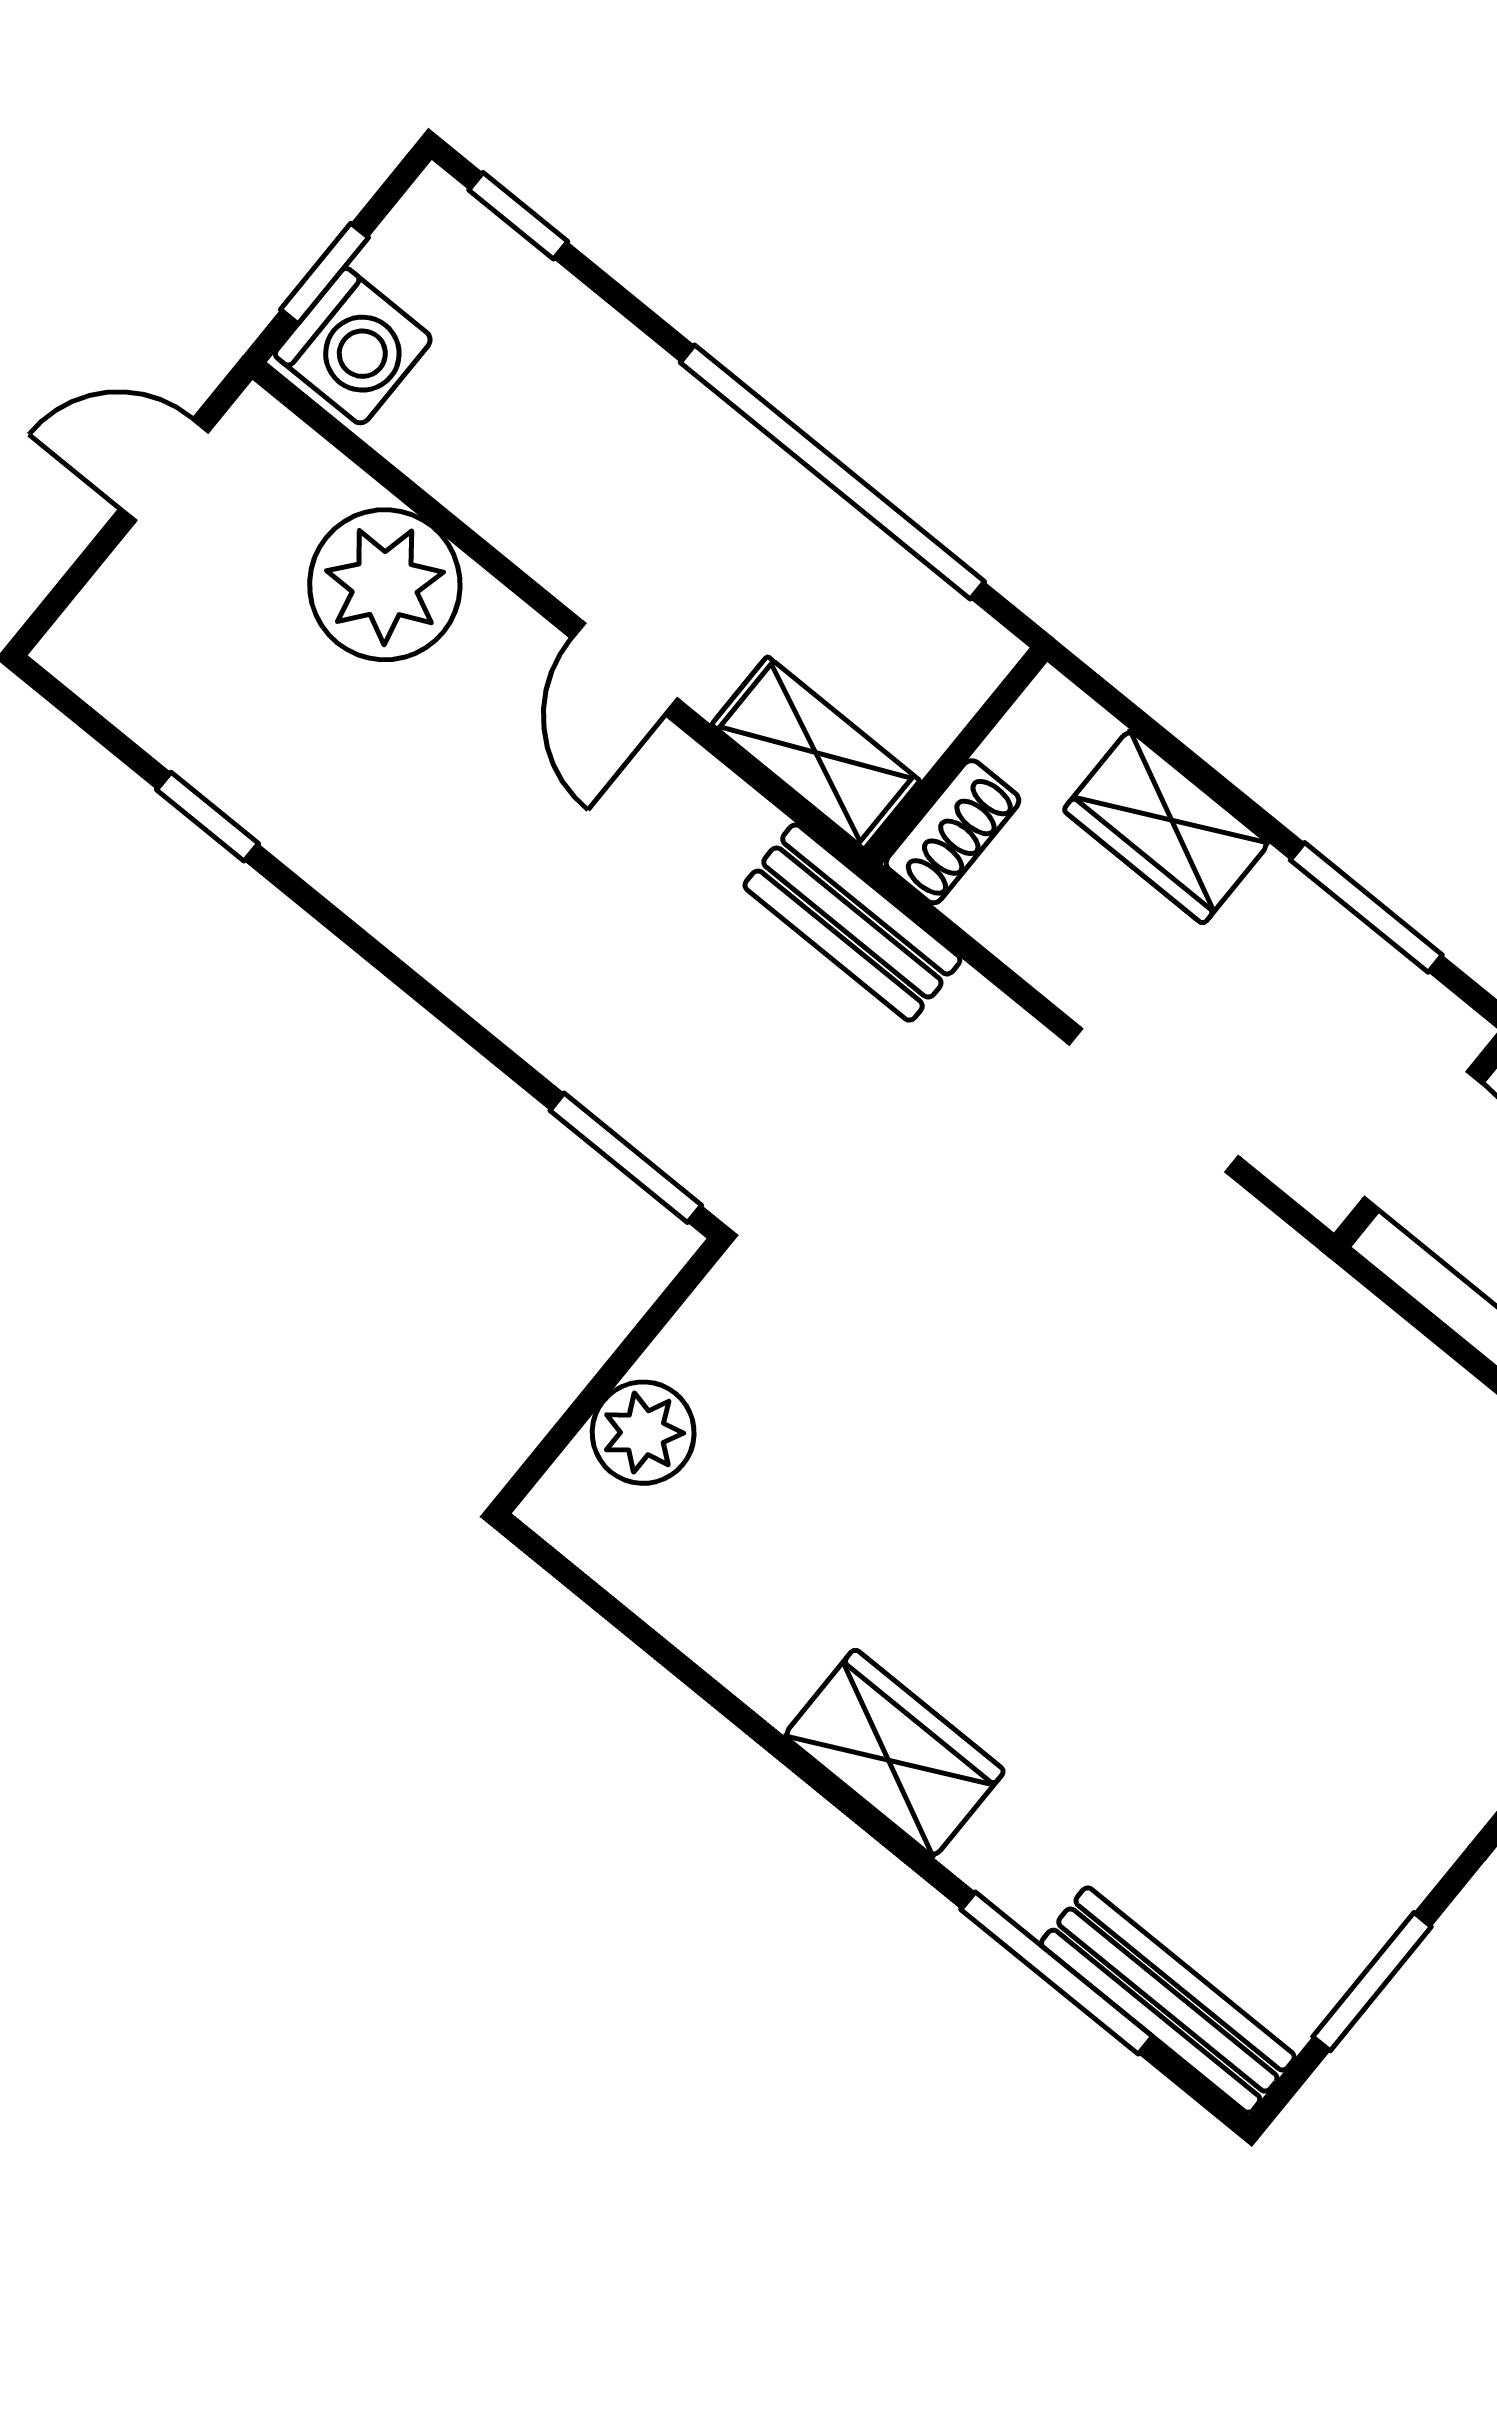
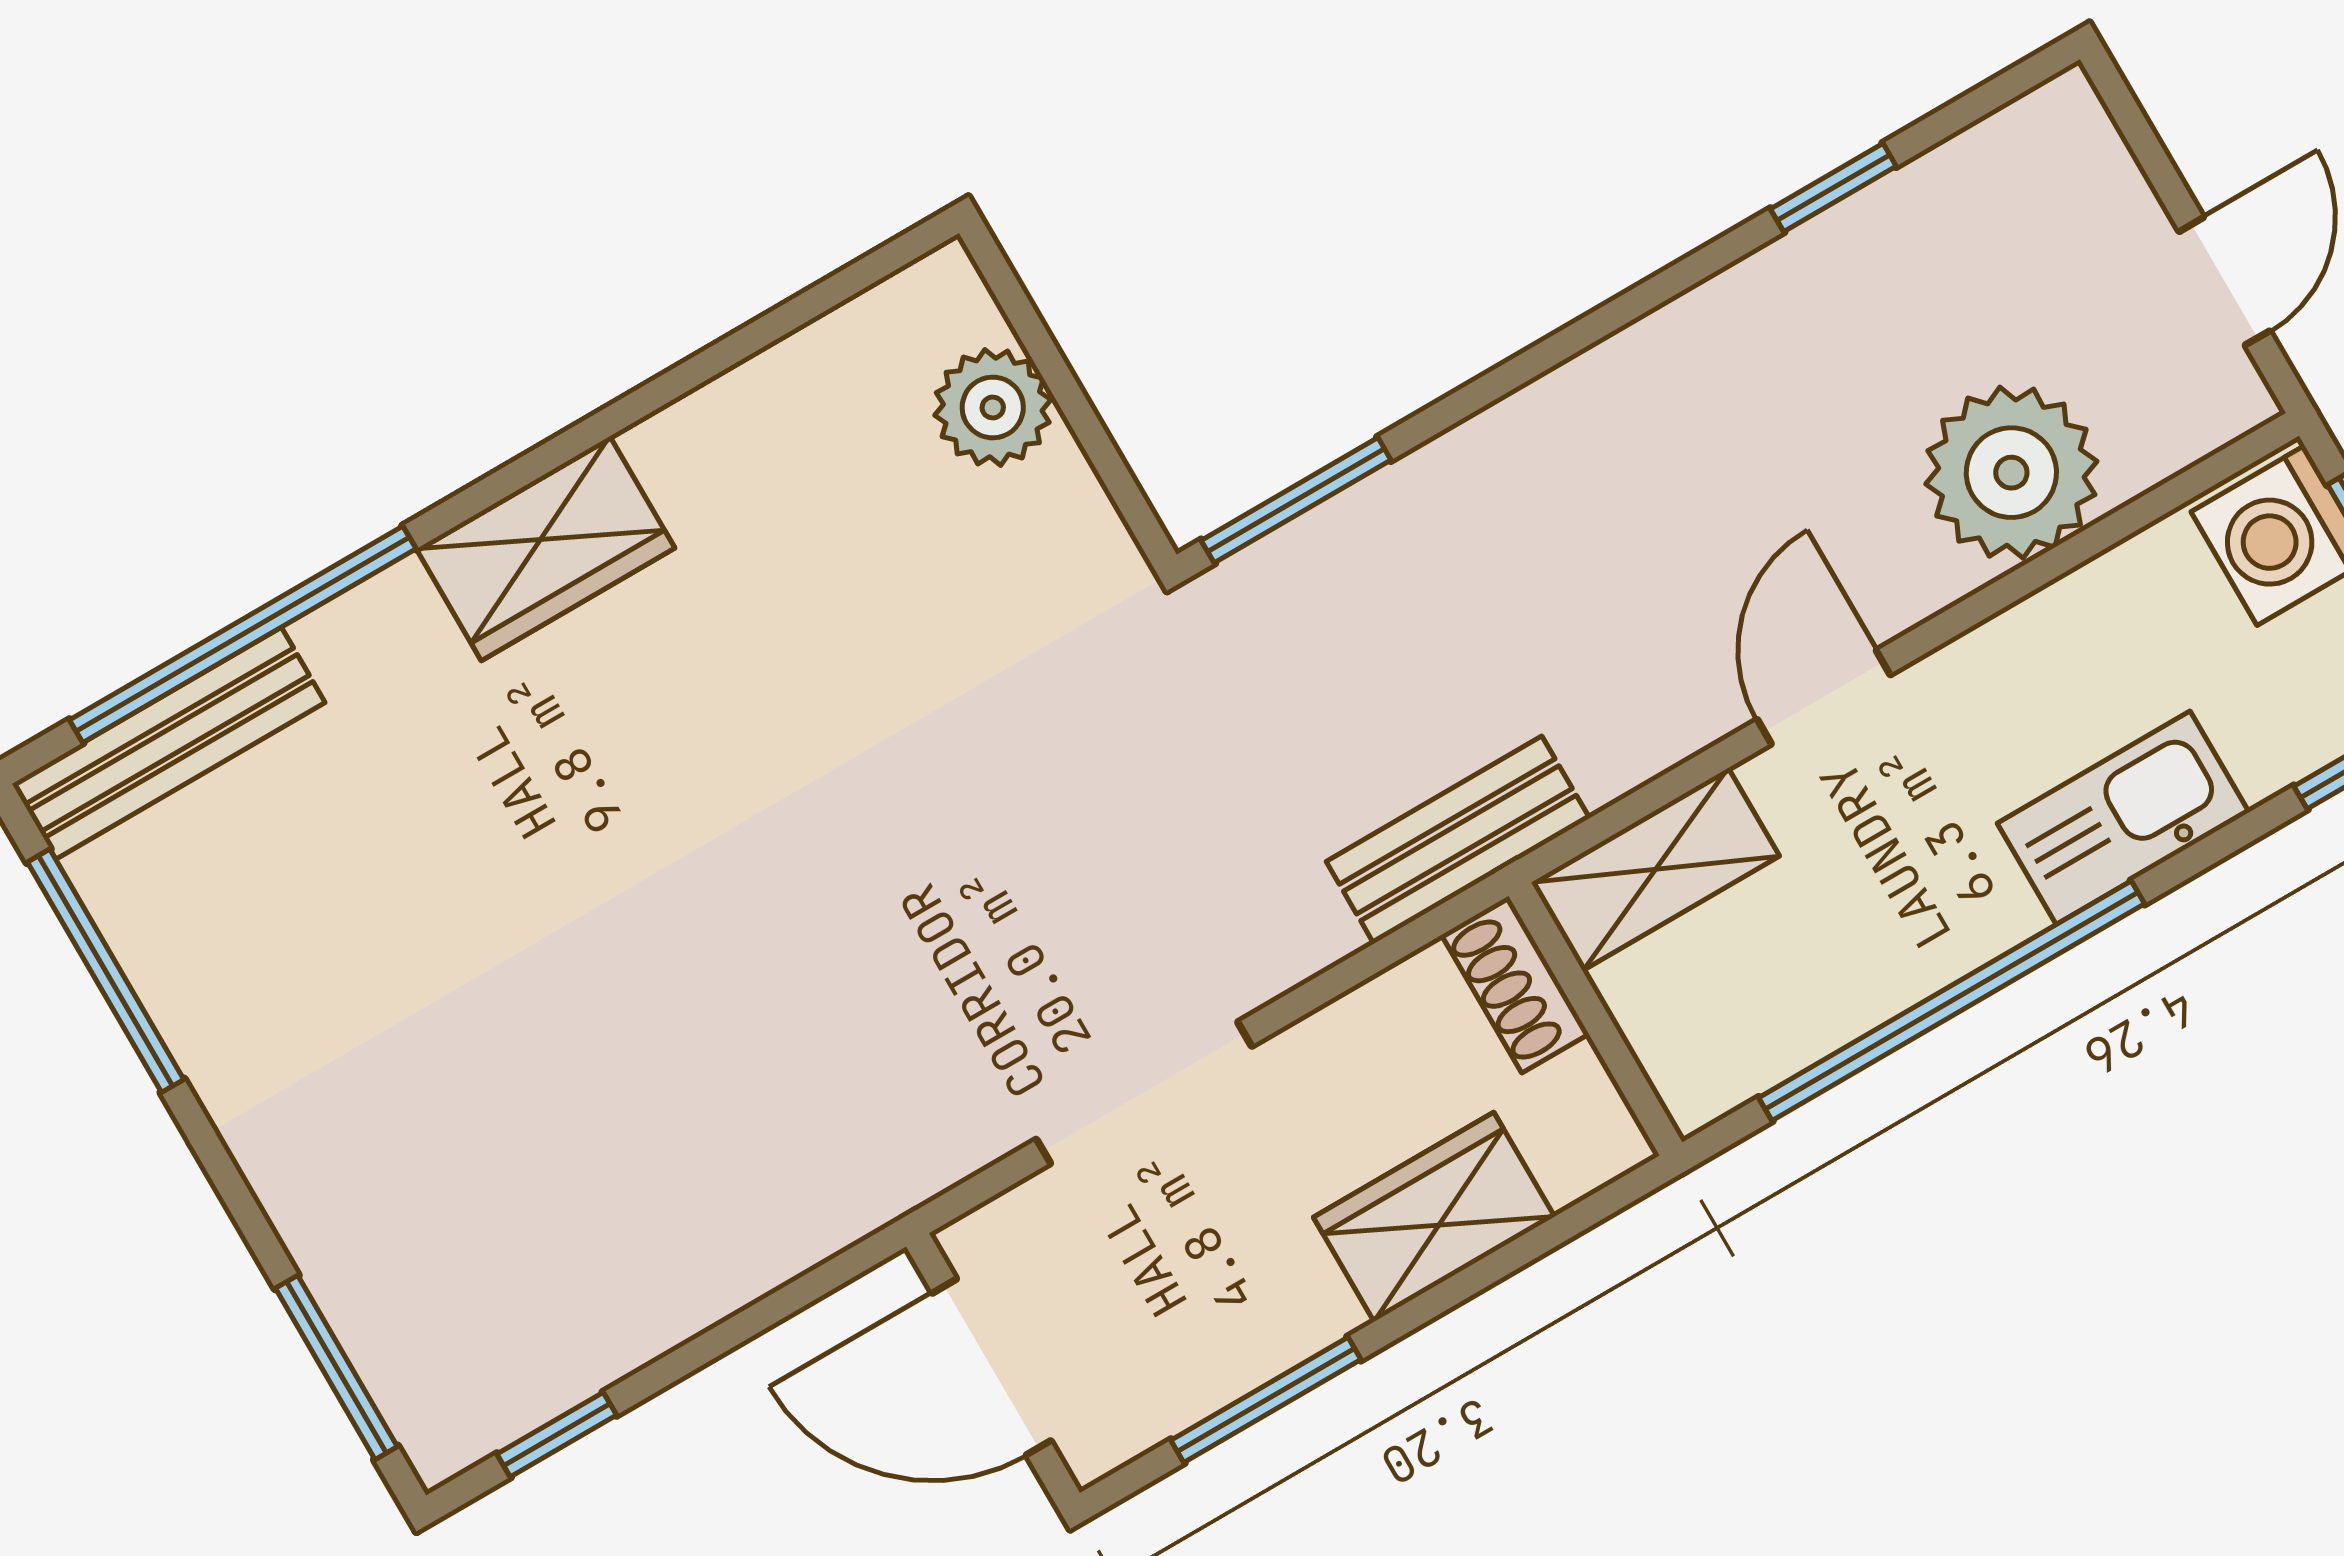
kitchen sink: (631, 388) -> (2123, 818), added
door: (625, 669) -> (1824, 697), hinge flipped
window: (1057, 1973) -> (243, 634), width x1.46
window: (1372, 1982) -> (106, 971), width x1.44

